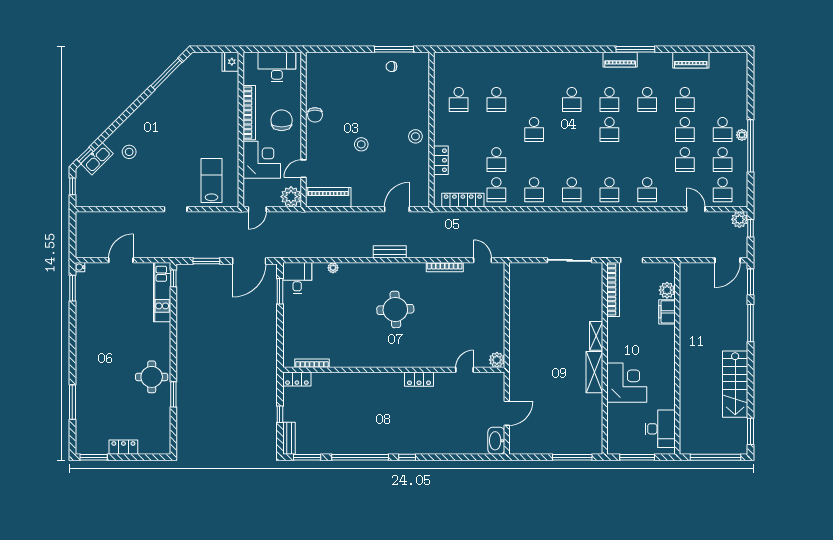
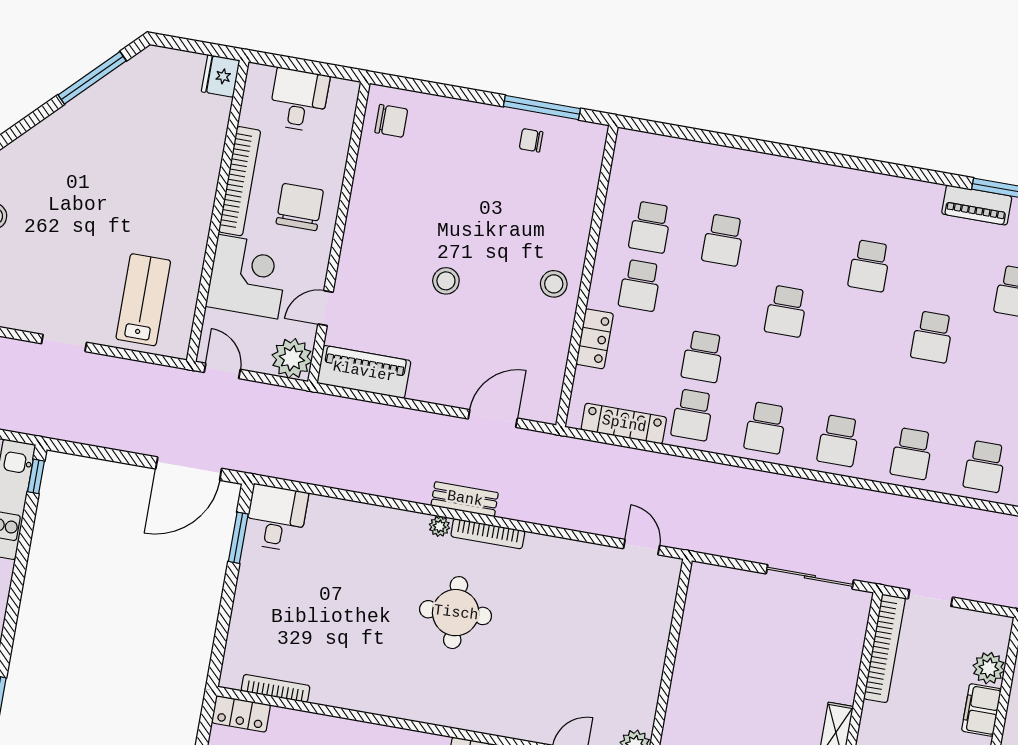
desk: (277, 67) -> (299, 100), width x0.73
school desk: (609, 99) -> (640, 285), moved
chair: (315, 115) -> (391, 121), moved, turned -90
door: (257, 209) -> (222, 371), swing flipped
window: (206, 261) -> (106, 454), removed
bookcase: (445, 267) -> (488, 534), moved
plant: (333, 268) -> (439, 526), moved

